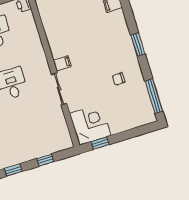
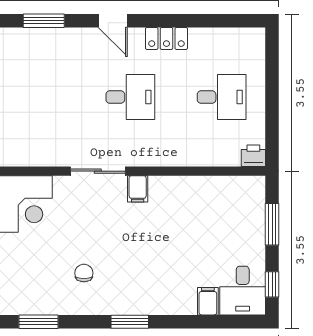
window: (154, 96) -> (39, 322), width x0.69

